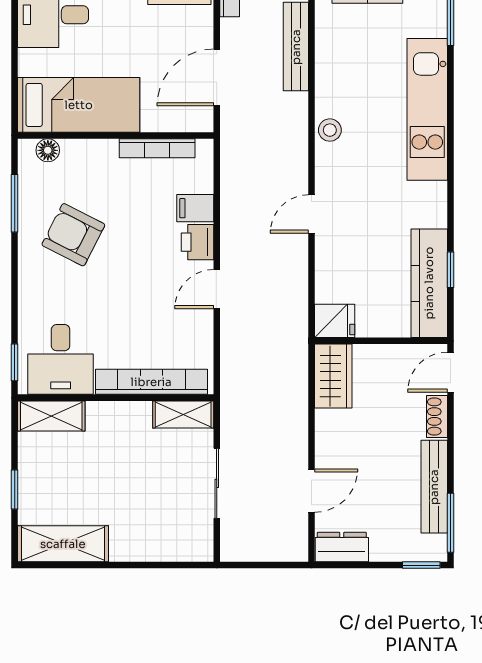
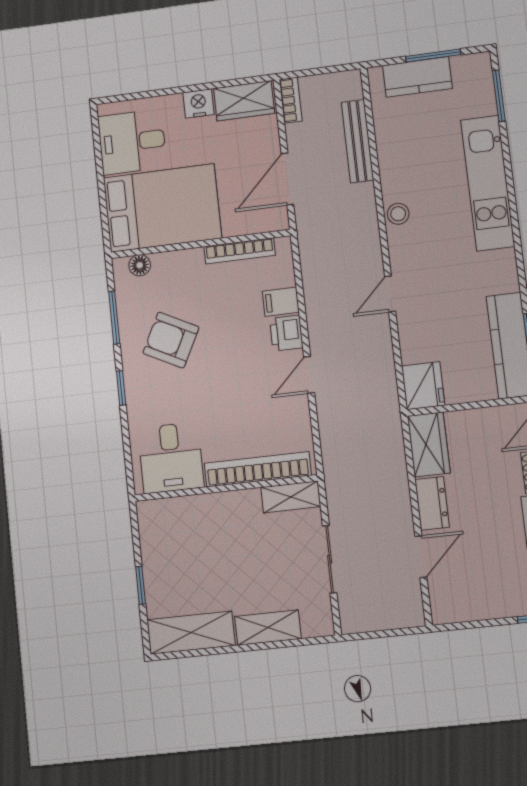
bed: (79, 105) -> (162, 208), width x1.50
fridge: (335, 321) -> (423, 386), width x1.38
window: (15, 362) -> (121, 388), moved
shelving: (51, 416) -> (268, 628), moved
dresser: (342, 547) -> (432, 503), moved, turned 90

